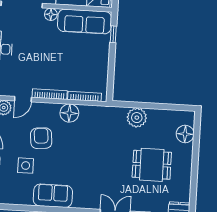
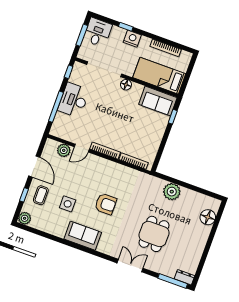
sofa: (85, 22) -> (158, 101), width x0.73
floor lamp: (69, 113) -> (117, 171), removed
armchair: (41, 138) -> (106, 204), moved, turned 95
dining table: (152, 165) -> (154, 234), moved, turned 90

